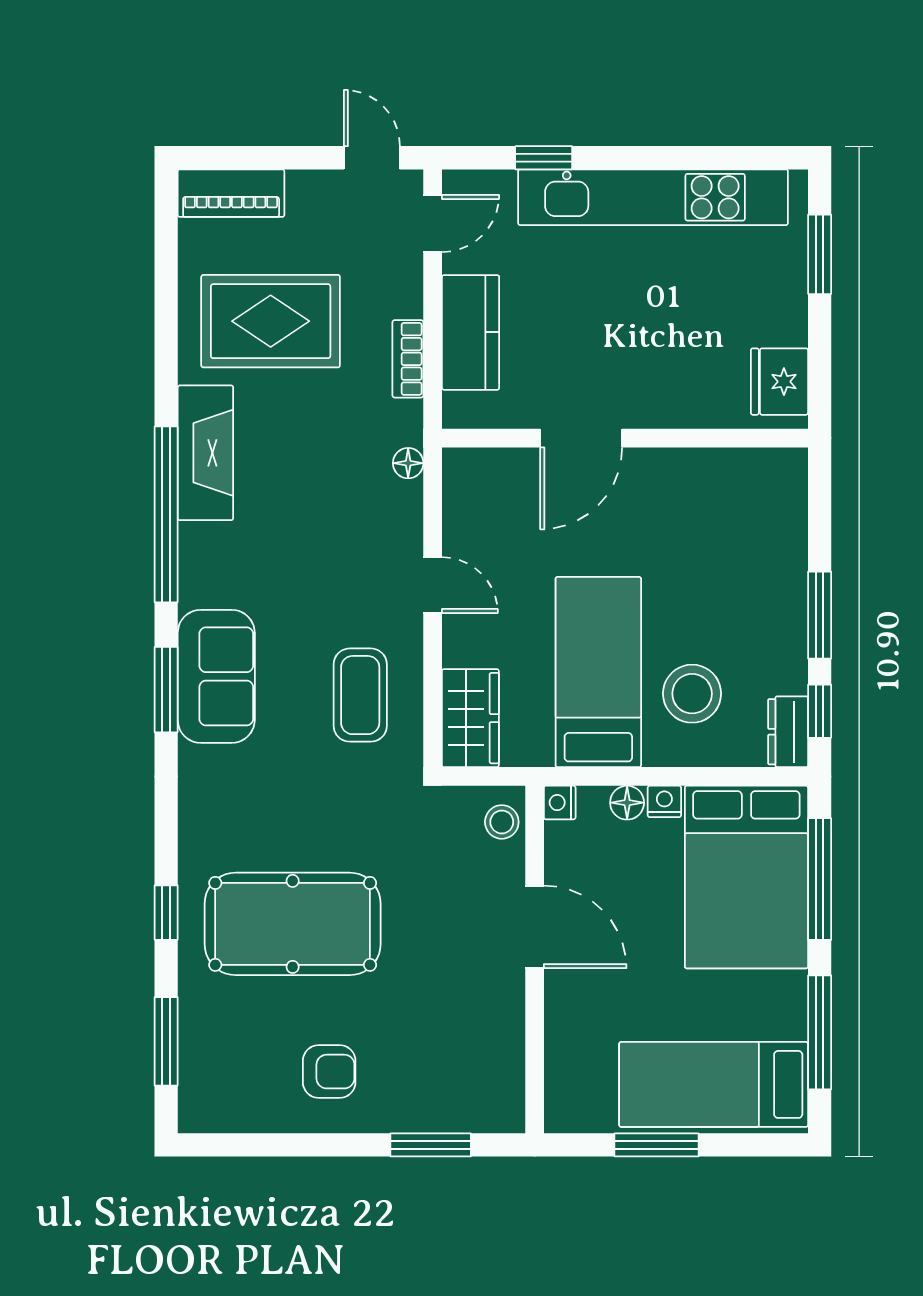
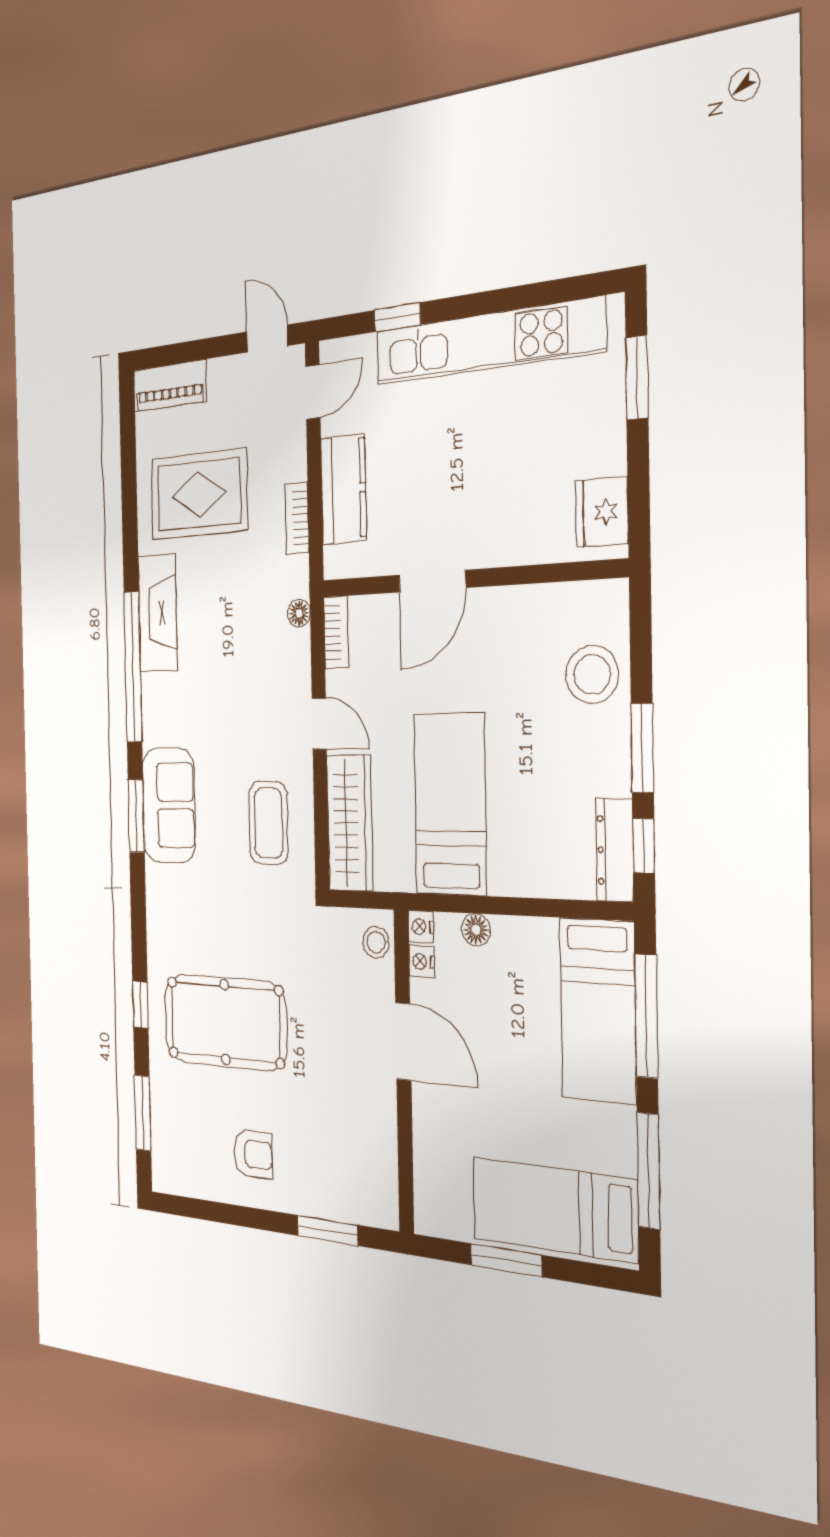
bookcase: (457, 486) -> (336, 632), added
stool: (692, 694) -> (592, 674), moved
wardrobe: (470, 718) -> (350, 823), width x1.50
dresser: (788, 732) -> (615, 850), width x1.44
nightstand: (664, 801) -> (422, 962), moved, turned -90
bed: (746, 877) -> (598, 1010), width x0.67

